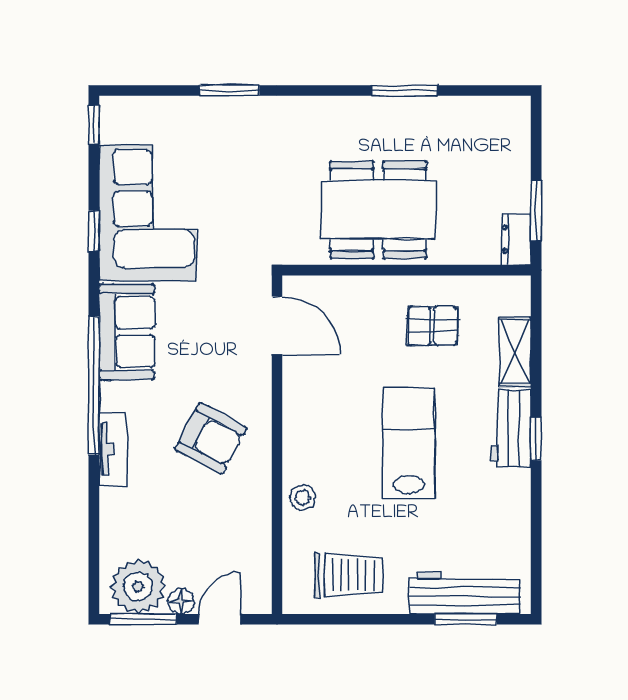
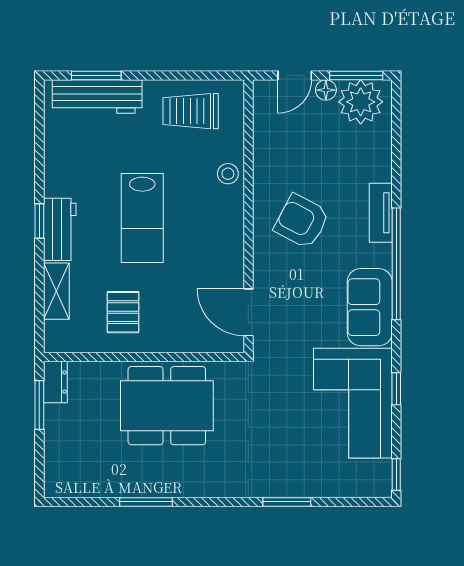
pallet: (433, 326) -> (123, 312), turned 90

